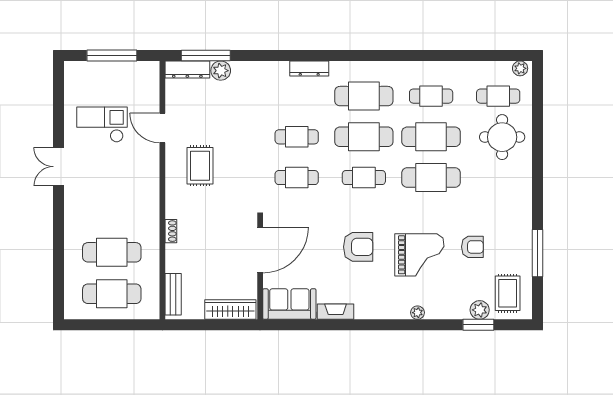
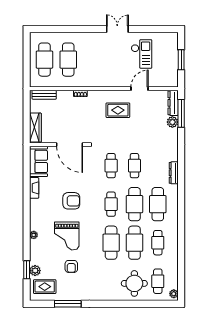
window: (112, 55) -> (181, 60), width x0.69
armchair: (358, 247) -> (71, 201), turned -90

